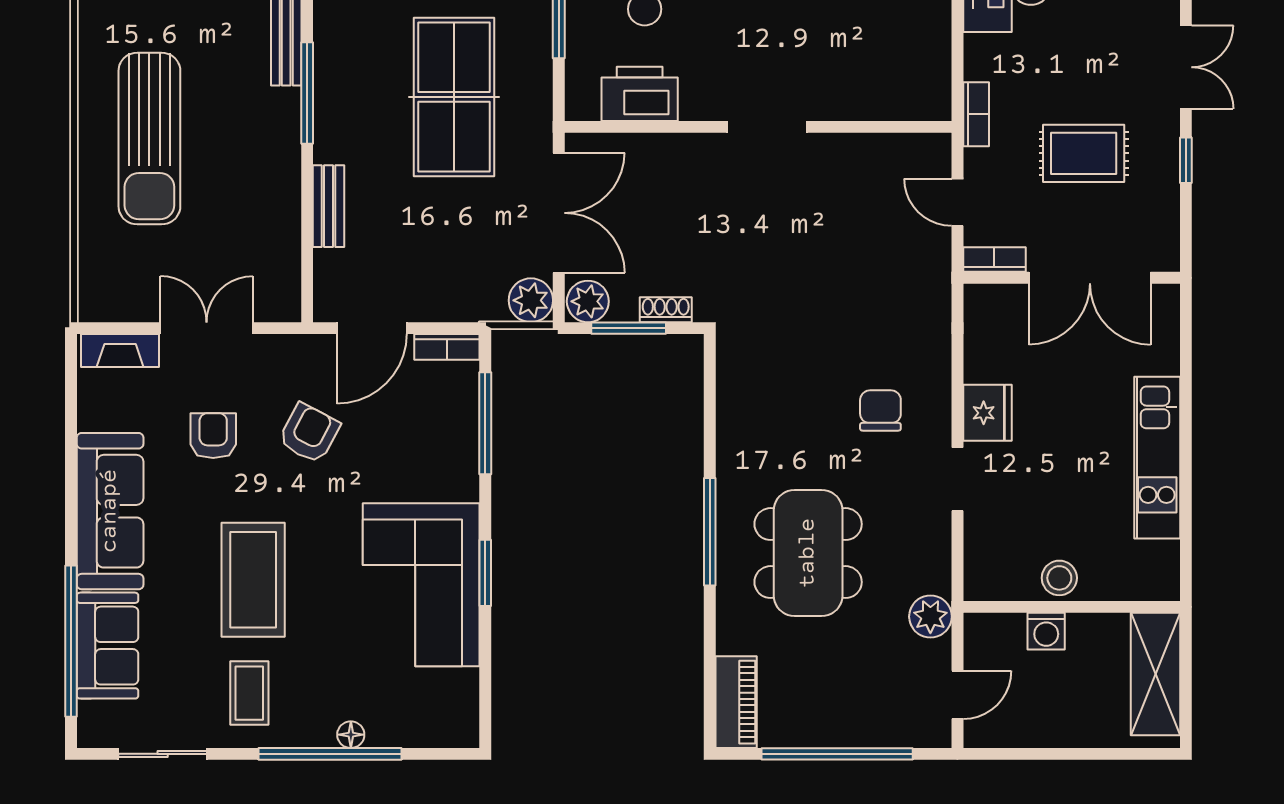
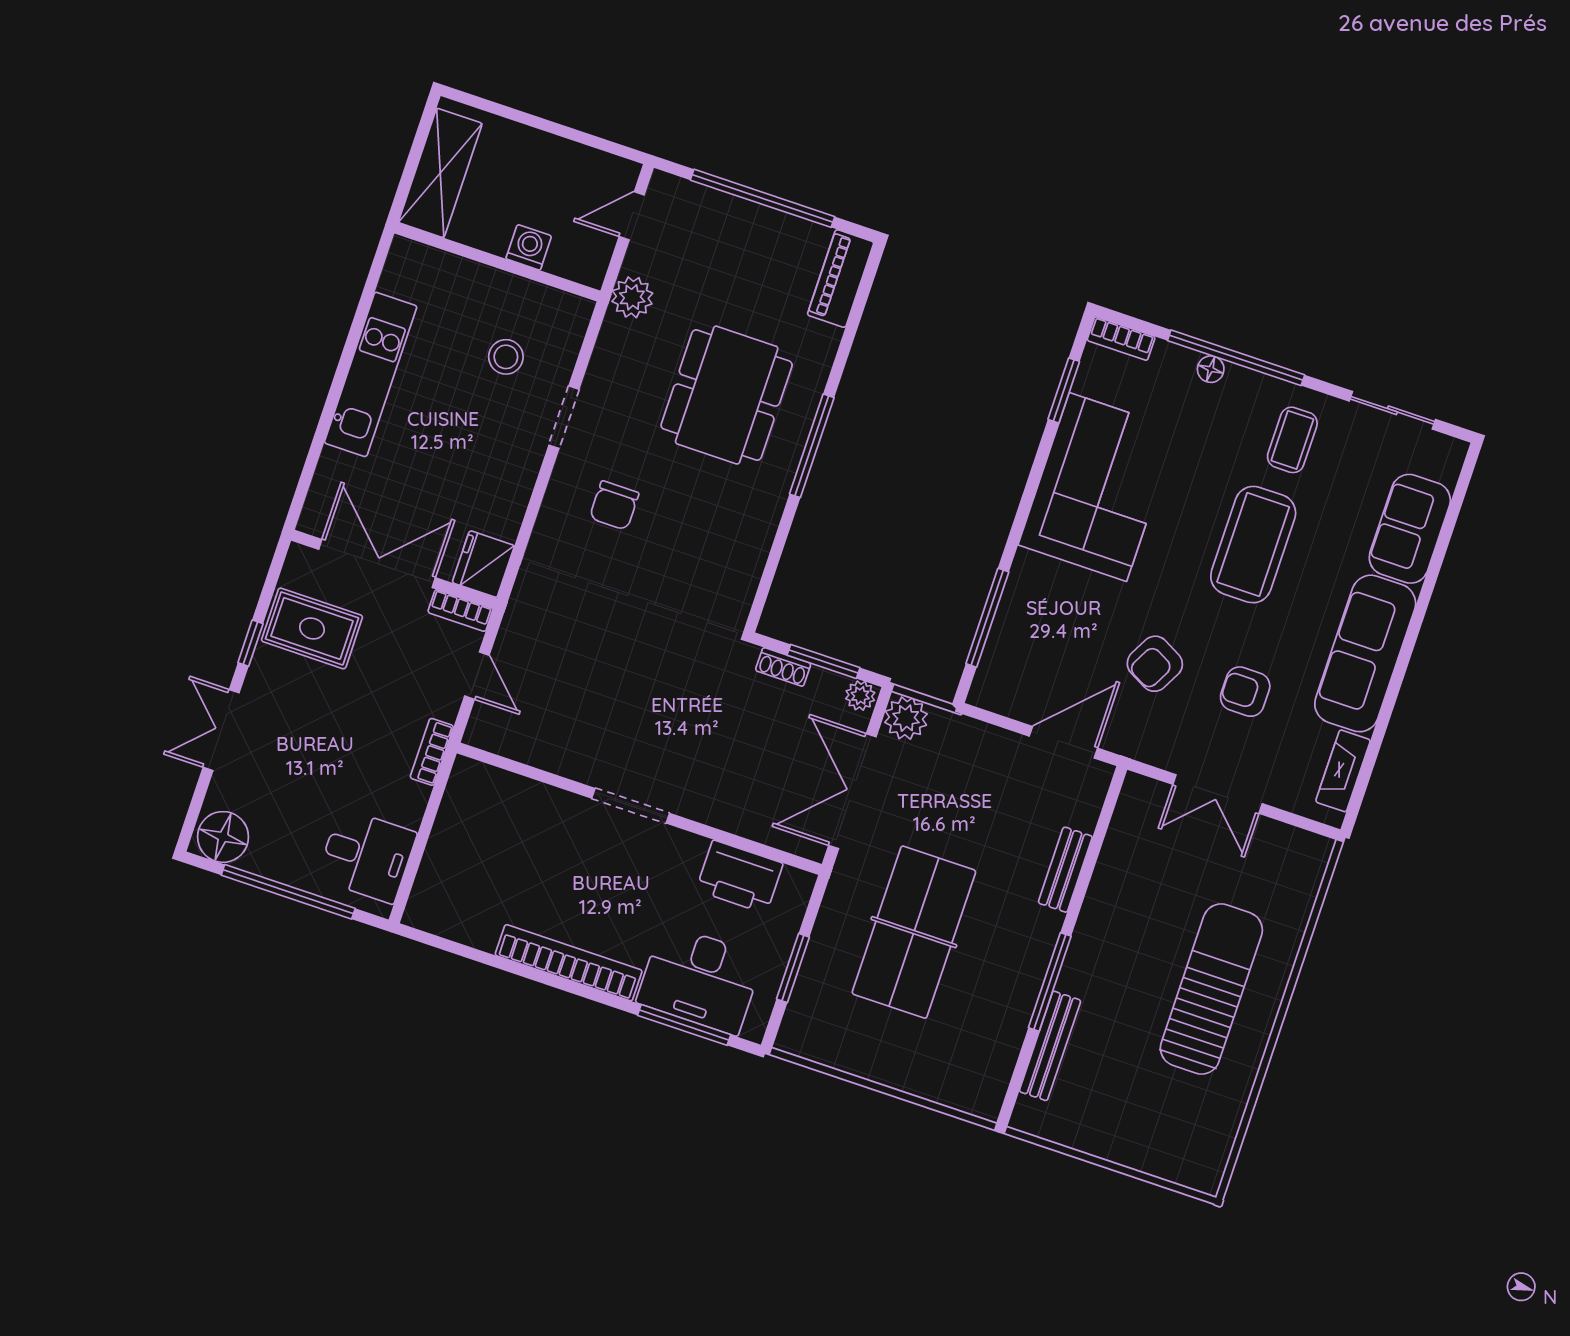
rug: (1084, 153) -> (312, 628), moved
plant: (588, 301) -> (860, 696), width x0.73, depth x0.73
bookcase: (447, 347) -> (1121, 339), moved, turned 180
fireplace: (120, 351) -> (1343, 771), moved, turned -90
fridge: (987, 413) -> (483, 564), moved
armchair: (213, 436) -> (1245, 692), turned 90
window: (485, 573) -> (1064, 390), moved
stool: (1059, 578) -> (506, 357), moved
window: (71, 641) -> (1442, 544), removed

